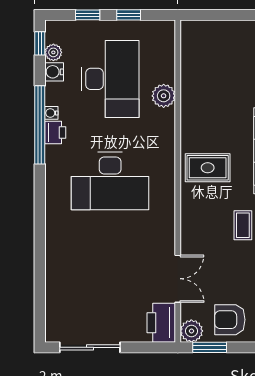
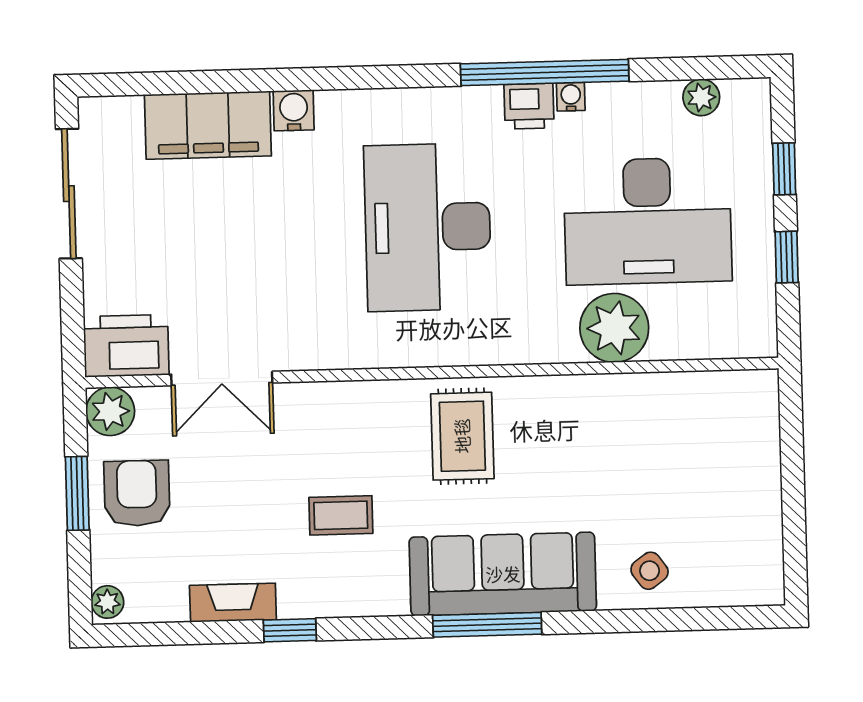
window: (40, 43) -> (720, 68), removed
water cooler: (54, 72) -> (294, 110), moved
plant: (164, 96) -> (614, 328), width x1.36, depth x1.36
filing cabinet: (60, 282) -> (208, 125), added
window: (210, 347) -> (77, 493), moved

